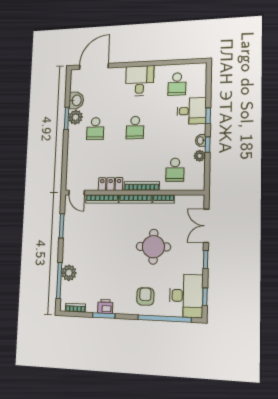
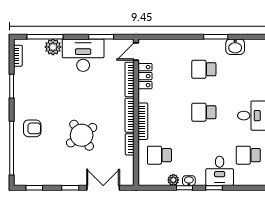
plant: (76, 117) -> (217, 47), removed
locker: (111, 184) -> (145, 76), moved
round table: (153, 247) -> (82, 135), turned -35
desk: (186, 296) -> (83, 55), moved, turned 180
printer: (105, 306) -> (21, 87), removed

